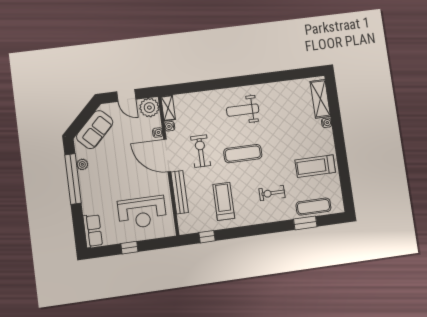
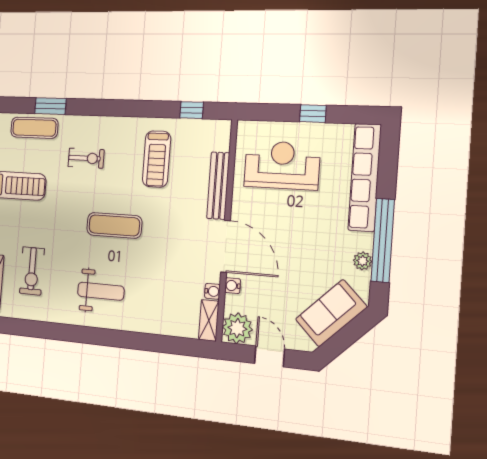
exercise bike: (201, 151) -> (32, 271), moved
row of seats: (93, 231) -> (365, 177), width x2.02

